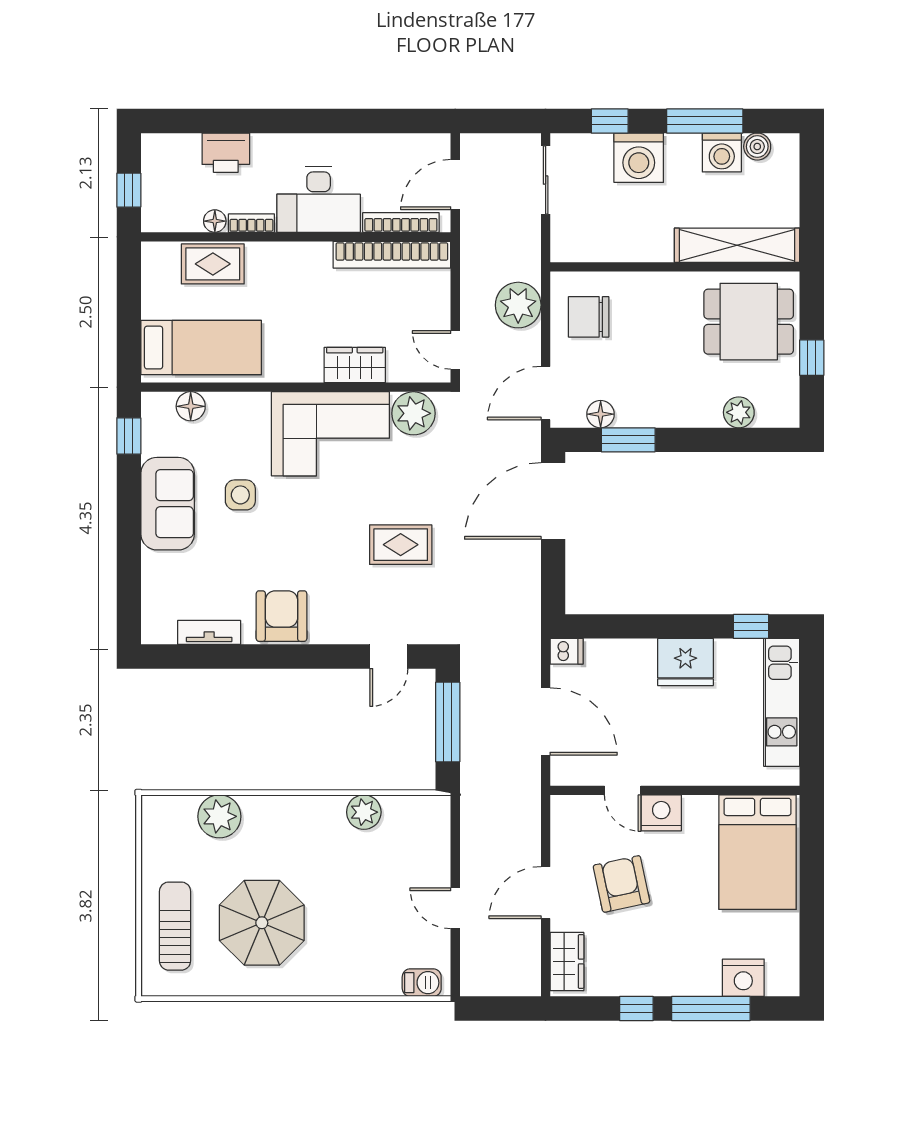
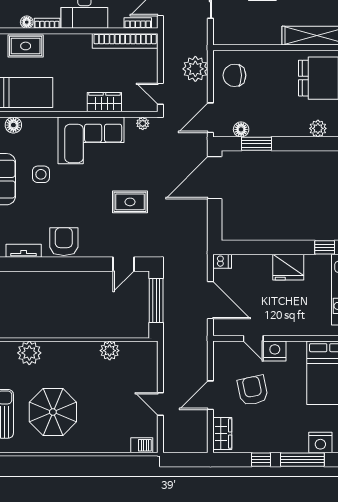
bookcase: (401, 222) -> (138, 23), width x0.64
plant: (413, 413) -> (143, 123), width x0.53, depth x0.53

